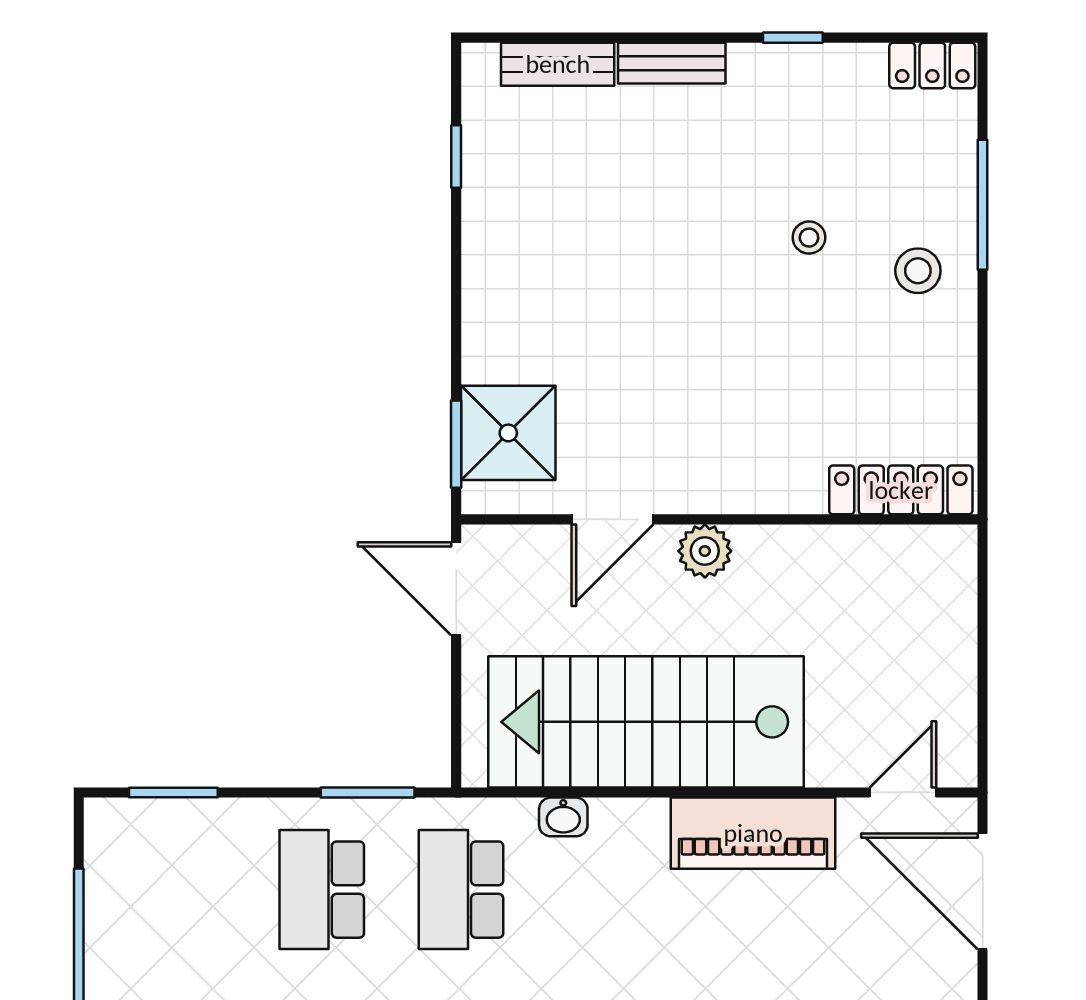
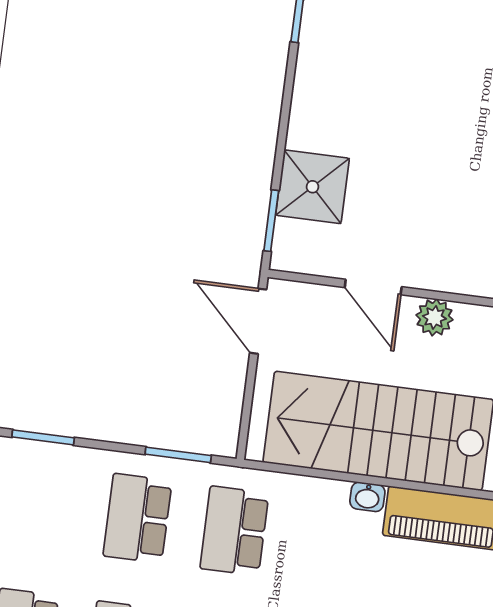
shower: (508, 433) -> (312, 187), moved
door: (613, 519) -> (373, 287), hinge flipped
washbasin: (563, 817) -> (367, 497), moved

